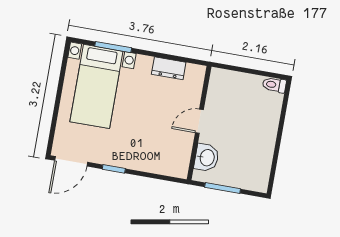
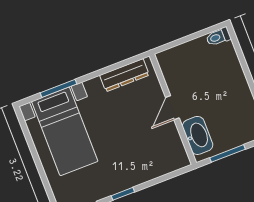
dresser: (169, 68) -> (124, 75), width x1.44
washbasin: (207, 158) -> (198, 135), width x1.38

